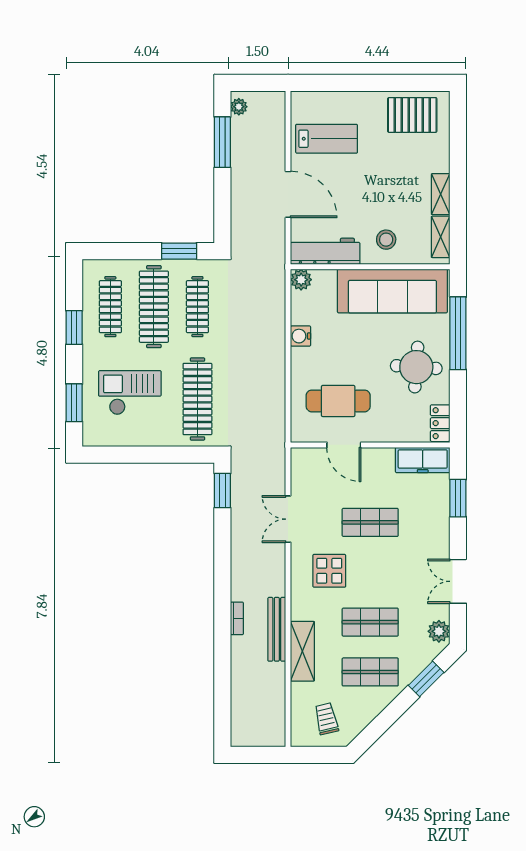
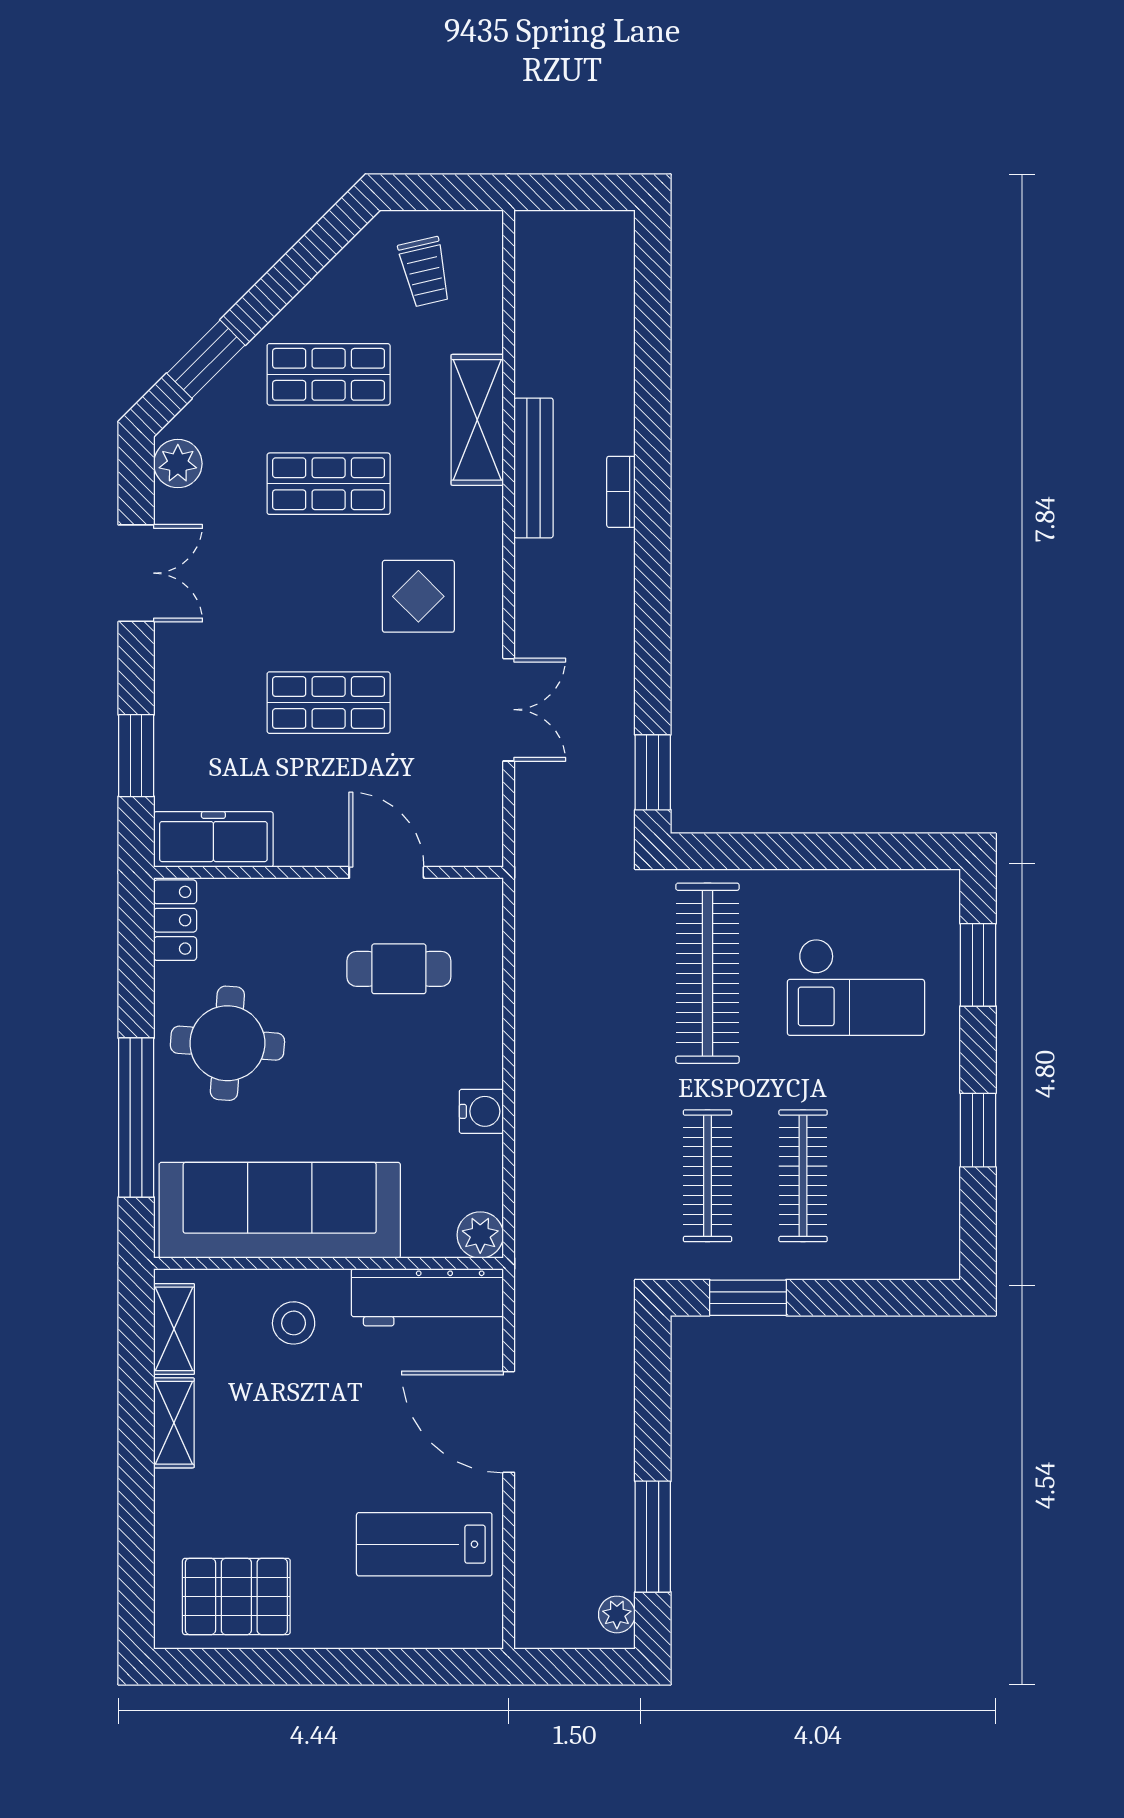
clothes rail: (110, 307) -> (899, 1176), removed
clothes rail: (154, 307) -> (803, 1176), width x0.73, depth x0.76
cafe table: (338, 401) -> (399, 969), width x0.73, depth x0.74

